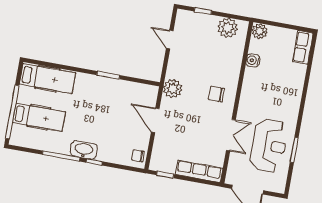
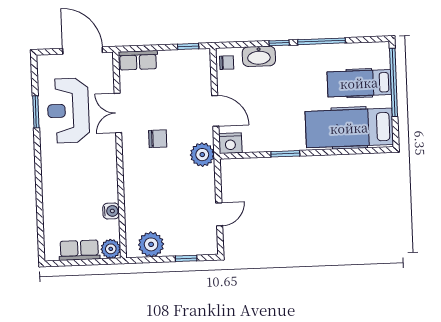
door: (170, 40) -> (219, 214), hinge flipped
row of seats: (303, 47) -> (79, 250), moved, turned -90
hospital bed: (47, 79) -> (349, 128), width x1.37, depth x1.29
nightstand: (149, 93) -> (230, 143), added
chair: (217, 94) -> (158, 139), moved
washbasin: (84, 150) -> (259, 56), moved
row of seats: (199, 171) -> (138, 60), width x0.68

